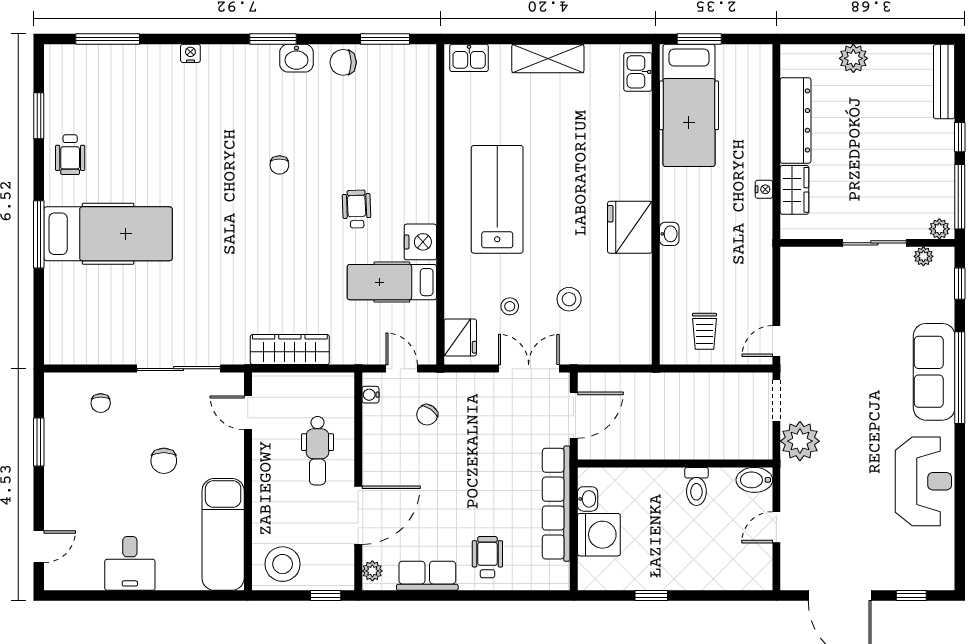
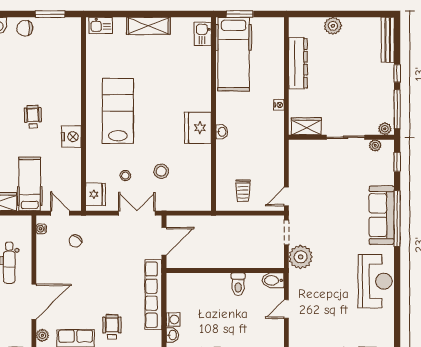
wardrobe: (794, 190) -> (306, 126), moved, turned -90
hospital bed: (392, 282) -> (30, 184), moved, turned 90
washbasin: (588, 499) -> (172, 335), moved
washing machine: (599, 535) -> (173, 320), width x0.53, depth x0.53

